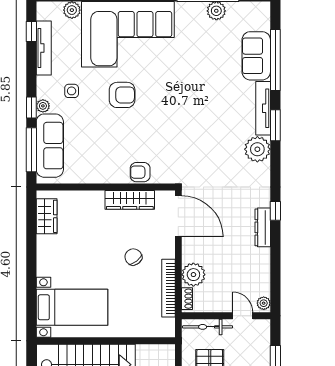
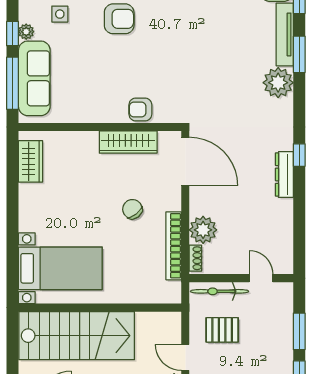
plant: (264, 303) -> (285, 263), removed

